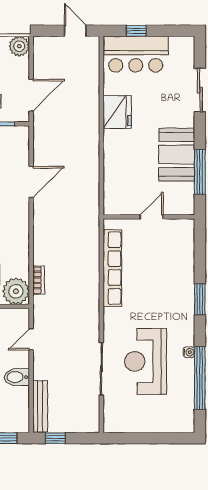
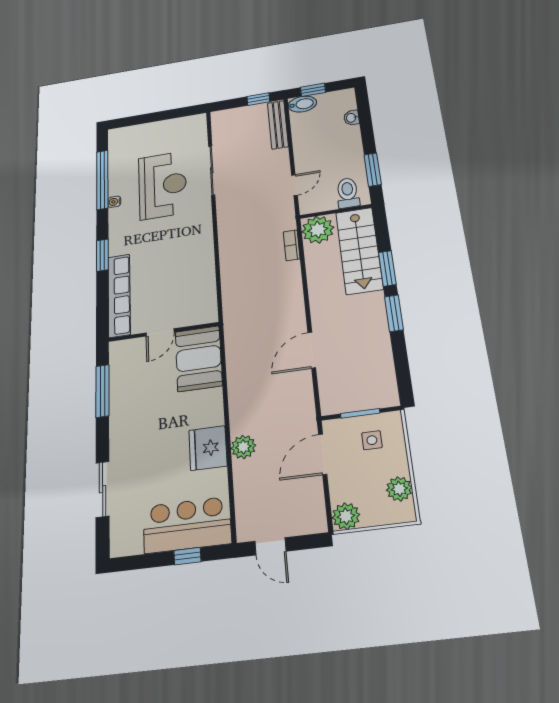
plant: (90, 109) -> (243, 447), added
booth: (177, 155) -> (199, 359), moved
row of seats: (112, 268) -> (119, 295), moved, turned 180
bidet: (17, 377) -> (302, 104), moved

